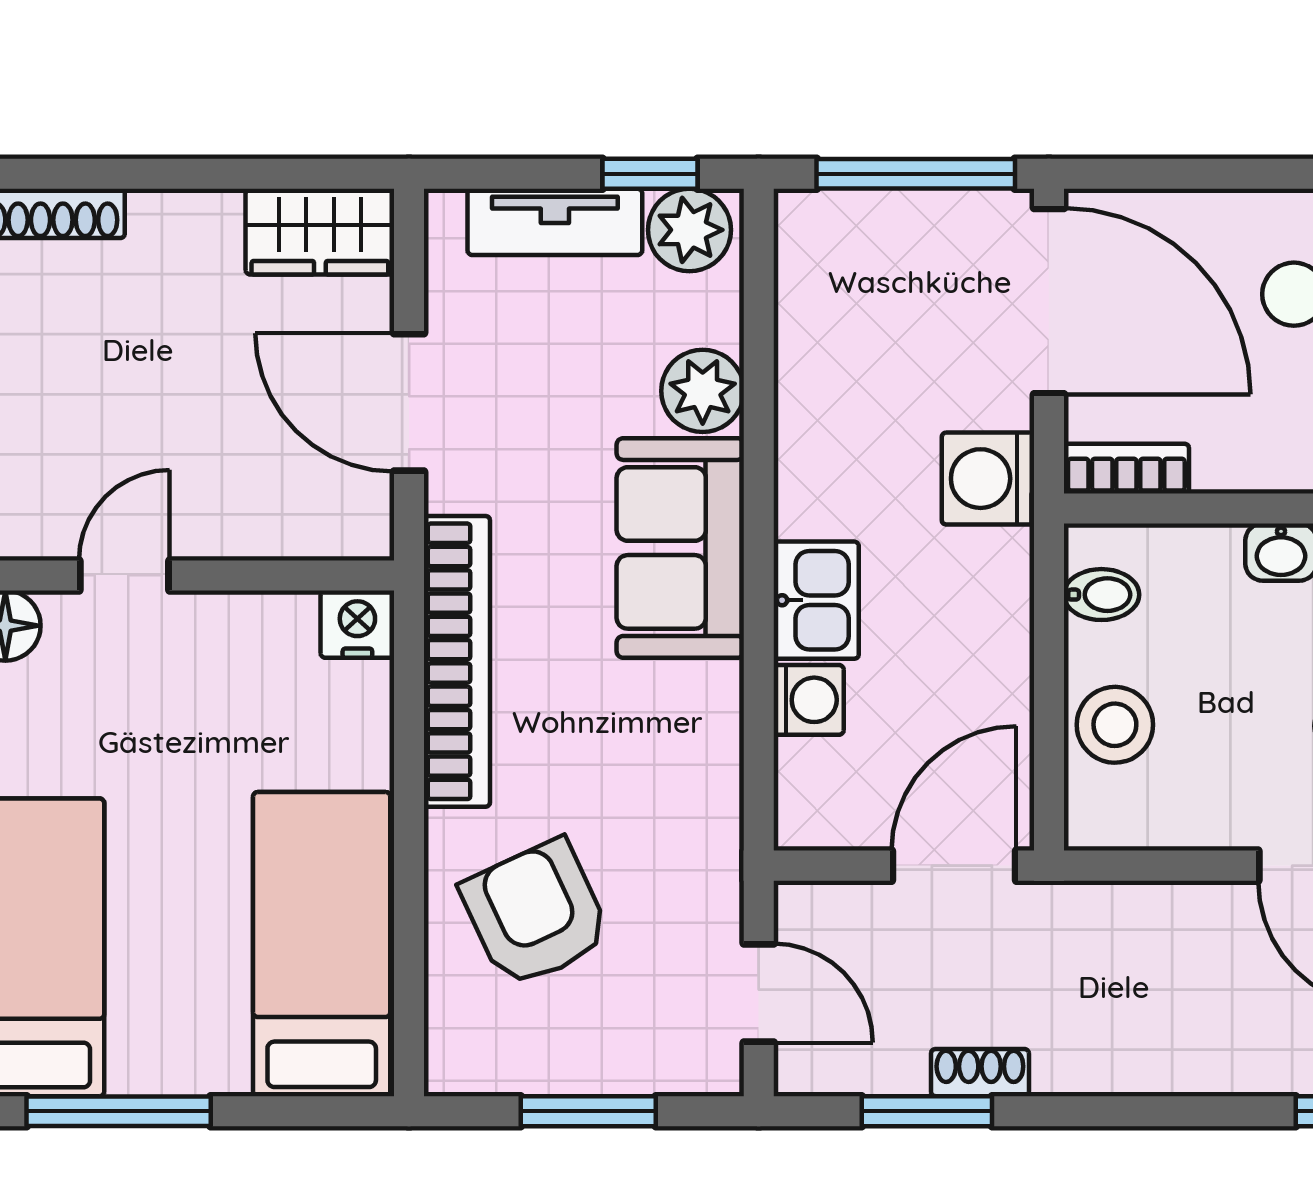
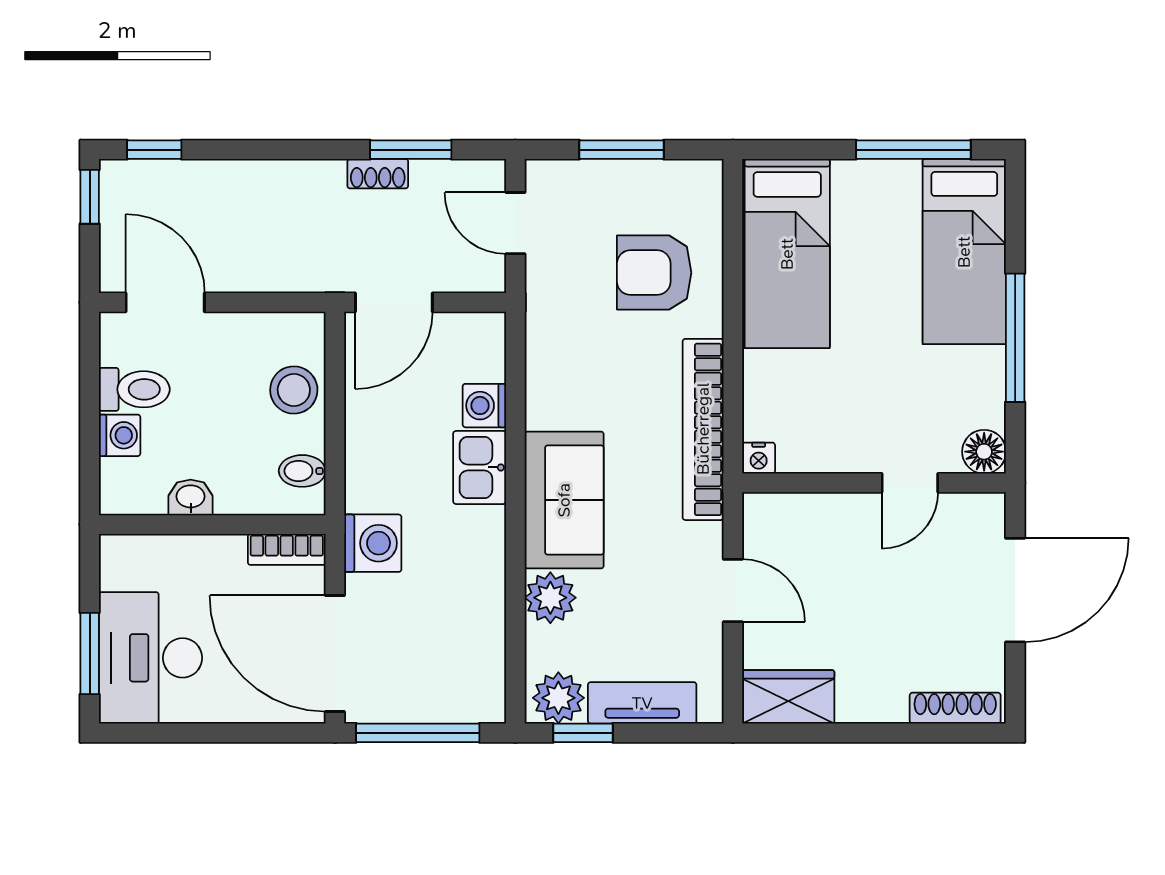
door: (409, 402) -> (733, 591), width x0.73
nightstand: (357, 624) -> (759, 458), width x0.72, depth x0.74
armchair: (536, 914) -> (654, 273), turned 115

